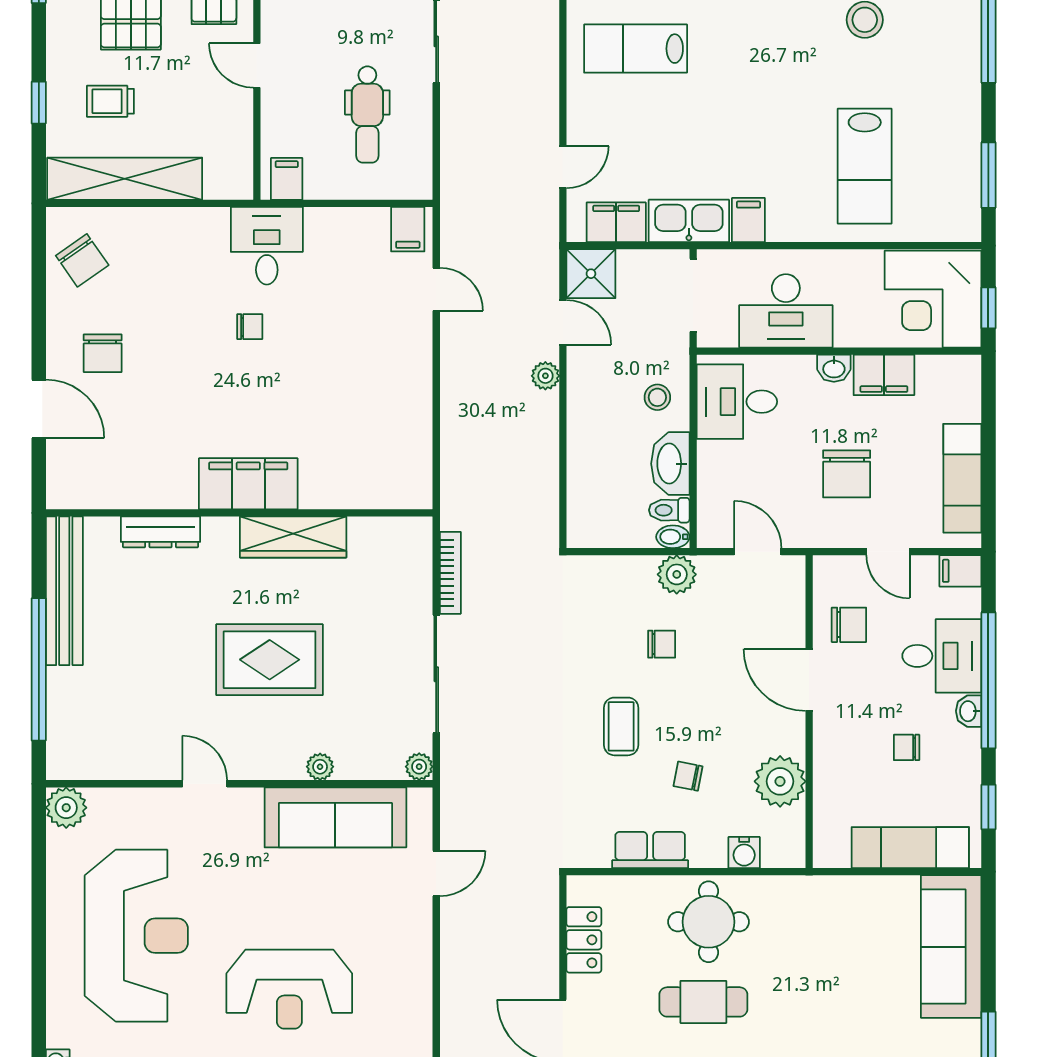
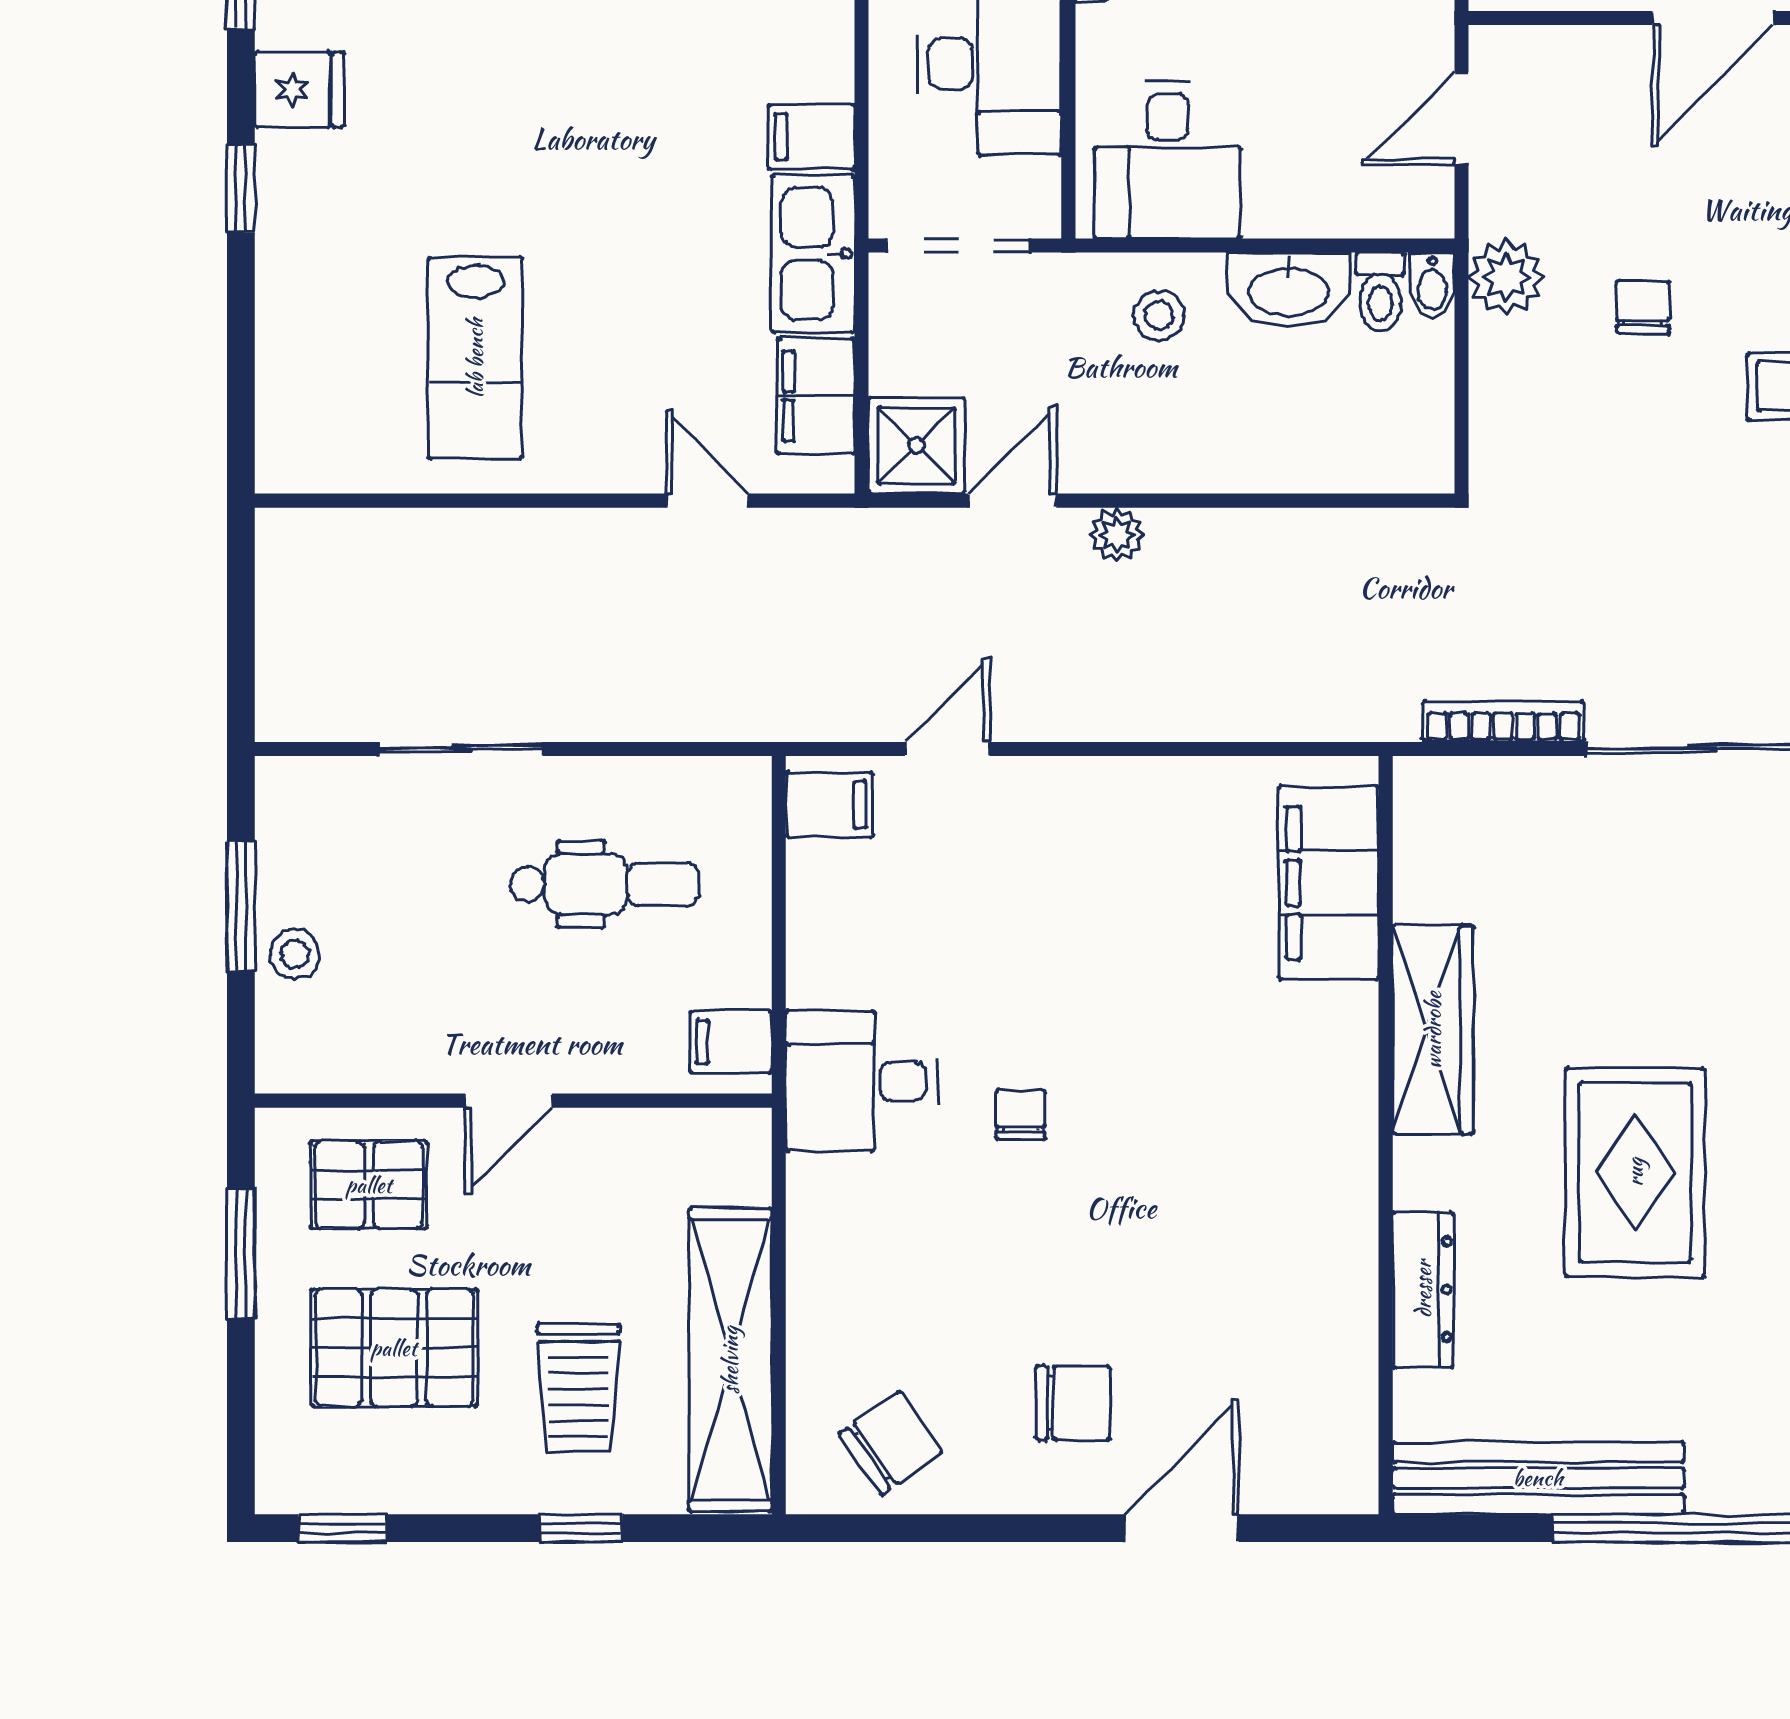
trolley: (110, 101) -> (578, 1388), width x1.36, depth x1.39
filing cabinet: (248, 484) -> (1329, 883), moved
rug: (270, 660) -> (1635, 1172), moved

